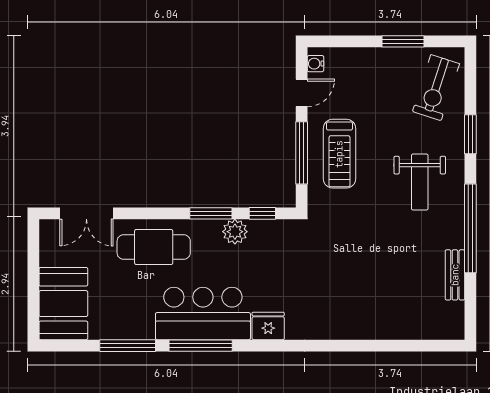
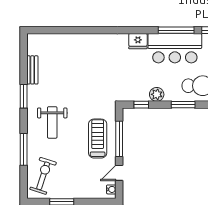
window: (470, 134) -> (24, 149), width x1.44
weight bench: (420, 182) -> (52, 122), turned 180
window: (211, 213) -> (183, 105), moved
window: (470, 228) -> (24, 96), width x0.47

